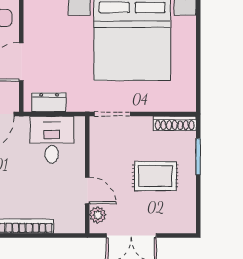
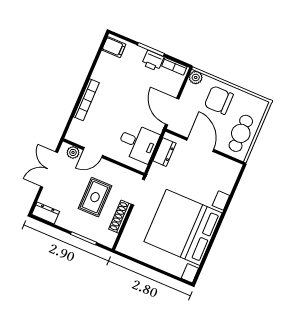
shoe rack: (175, 123) -> (120, 217), moved
rug: (155, 176) -> (95, 197), moved
dresser: (187, 217) -> (46, 213), added

